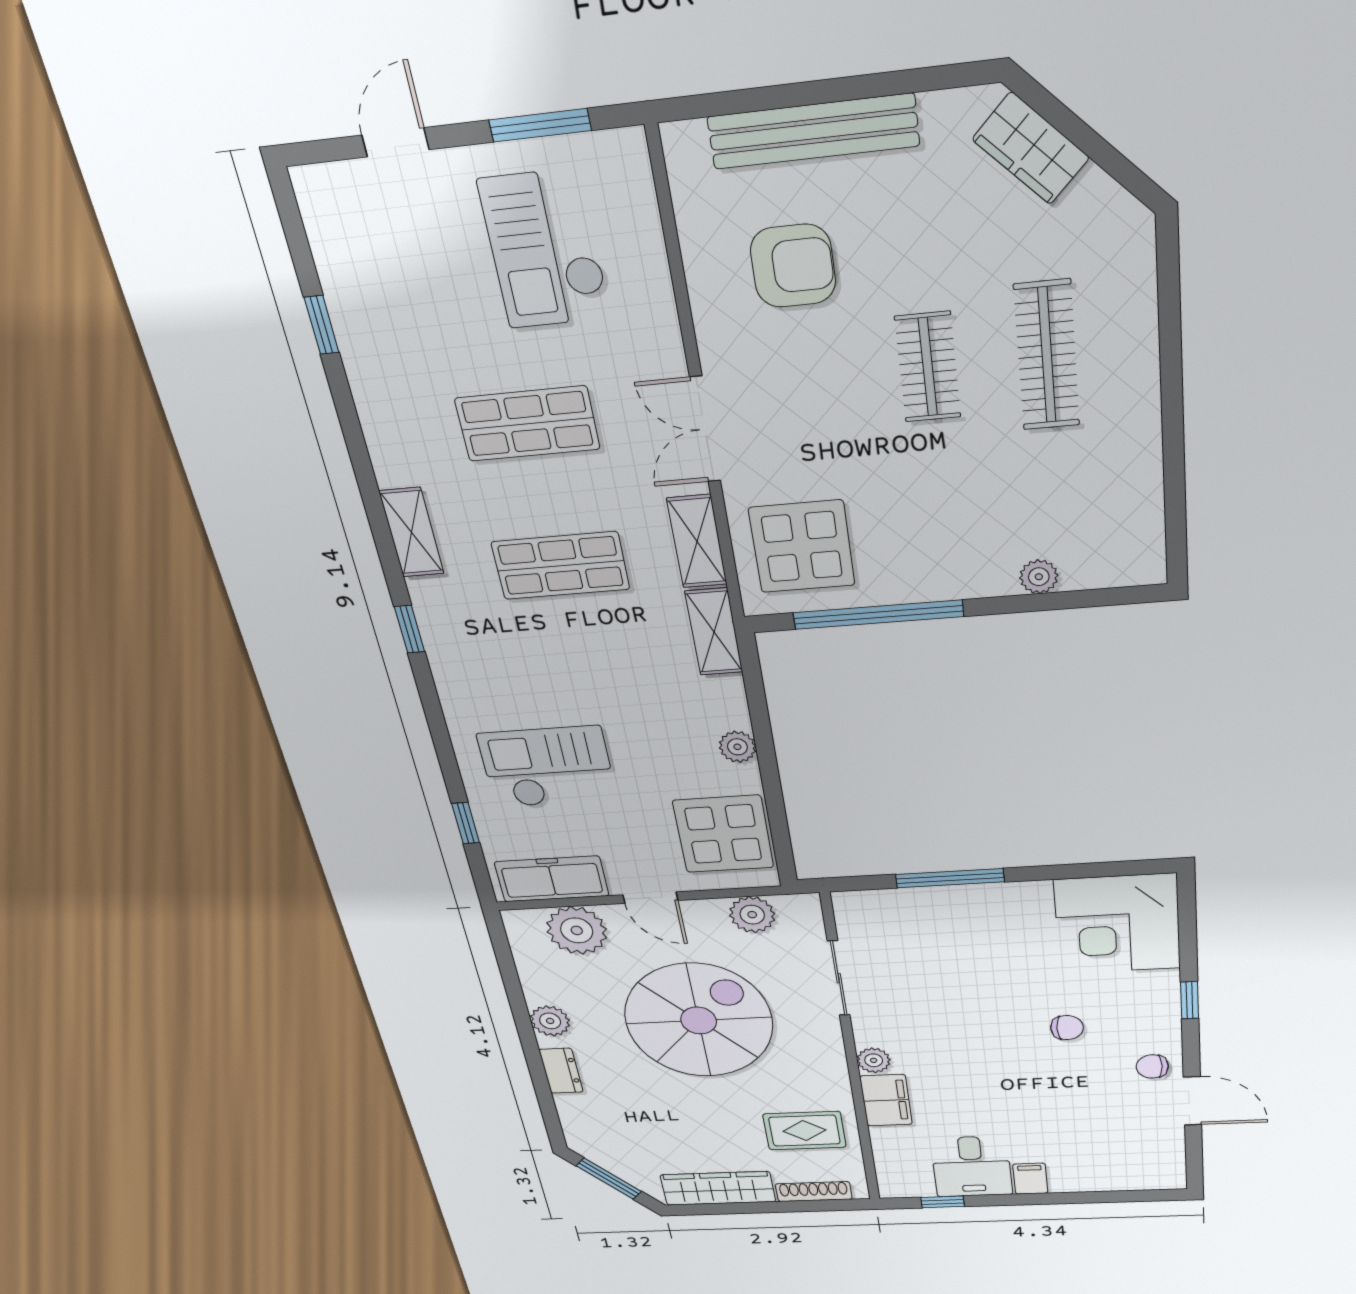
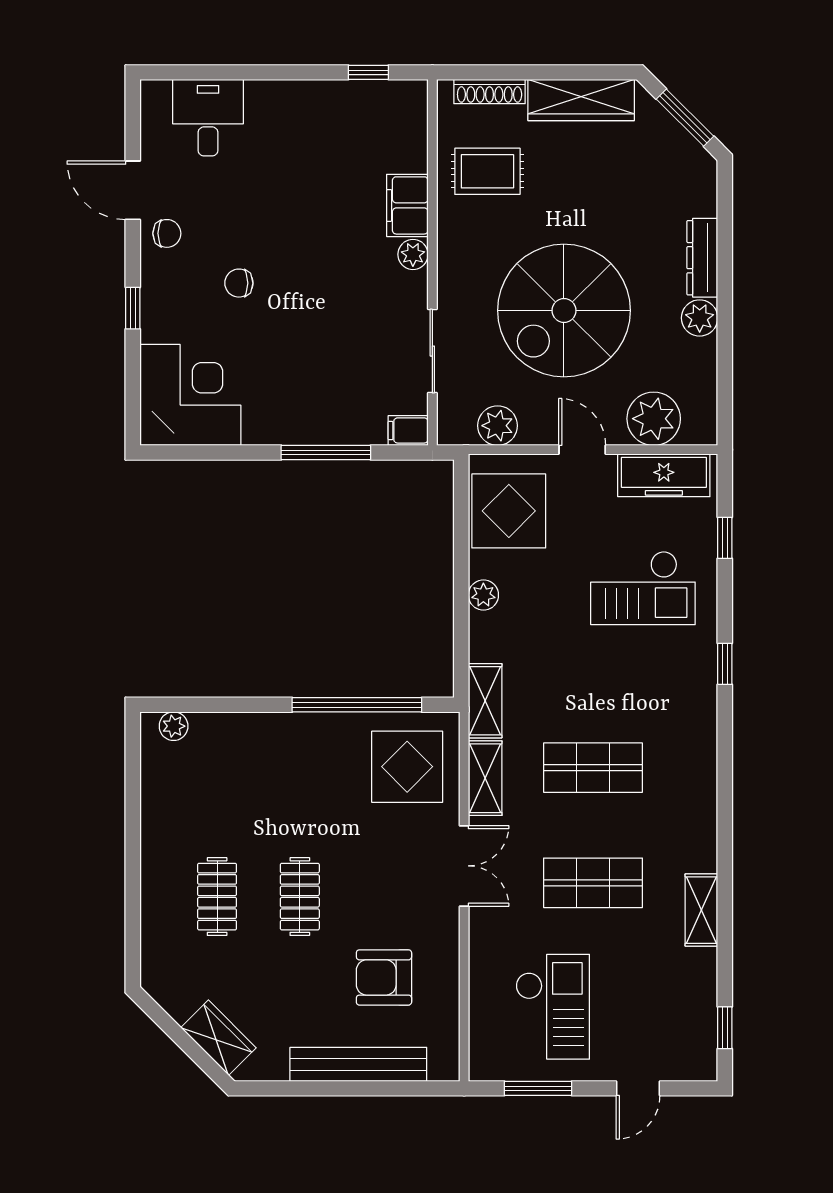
window: (322, 325) -> (725, 1028), moved
clothes rail: (1047, 356) -> (217, 897), width x0.73
shelving: (412, 532) -> (701, 910), moved
plant: (1039, 577) -> (174, 726), moved
window: (409, 629) -> (725, 664), moved
dresser: (561, 1071) -> (702, 258), width x1.44
desk: (972, 1167) -> (208, 118), moved
filing cabinet: (1030, 1179) -> (408, 430), moved, turned 90

